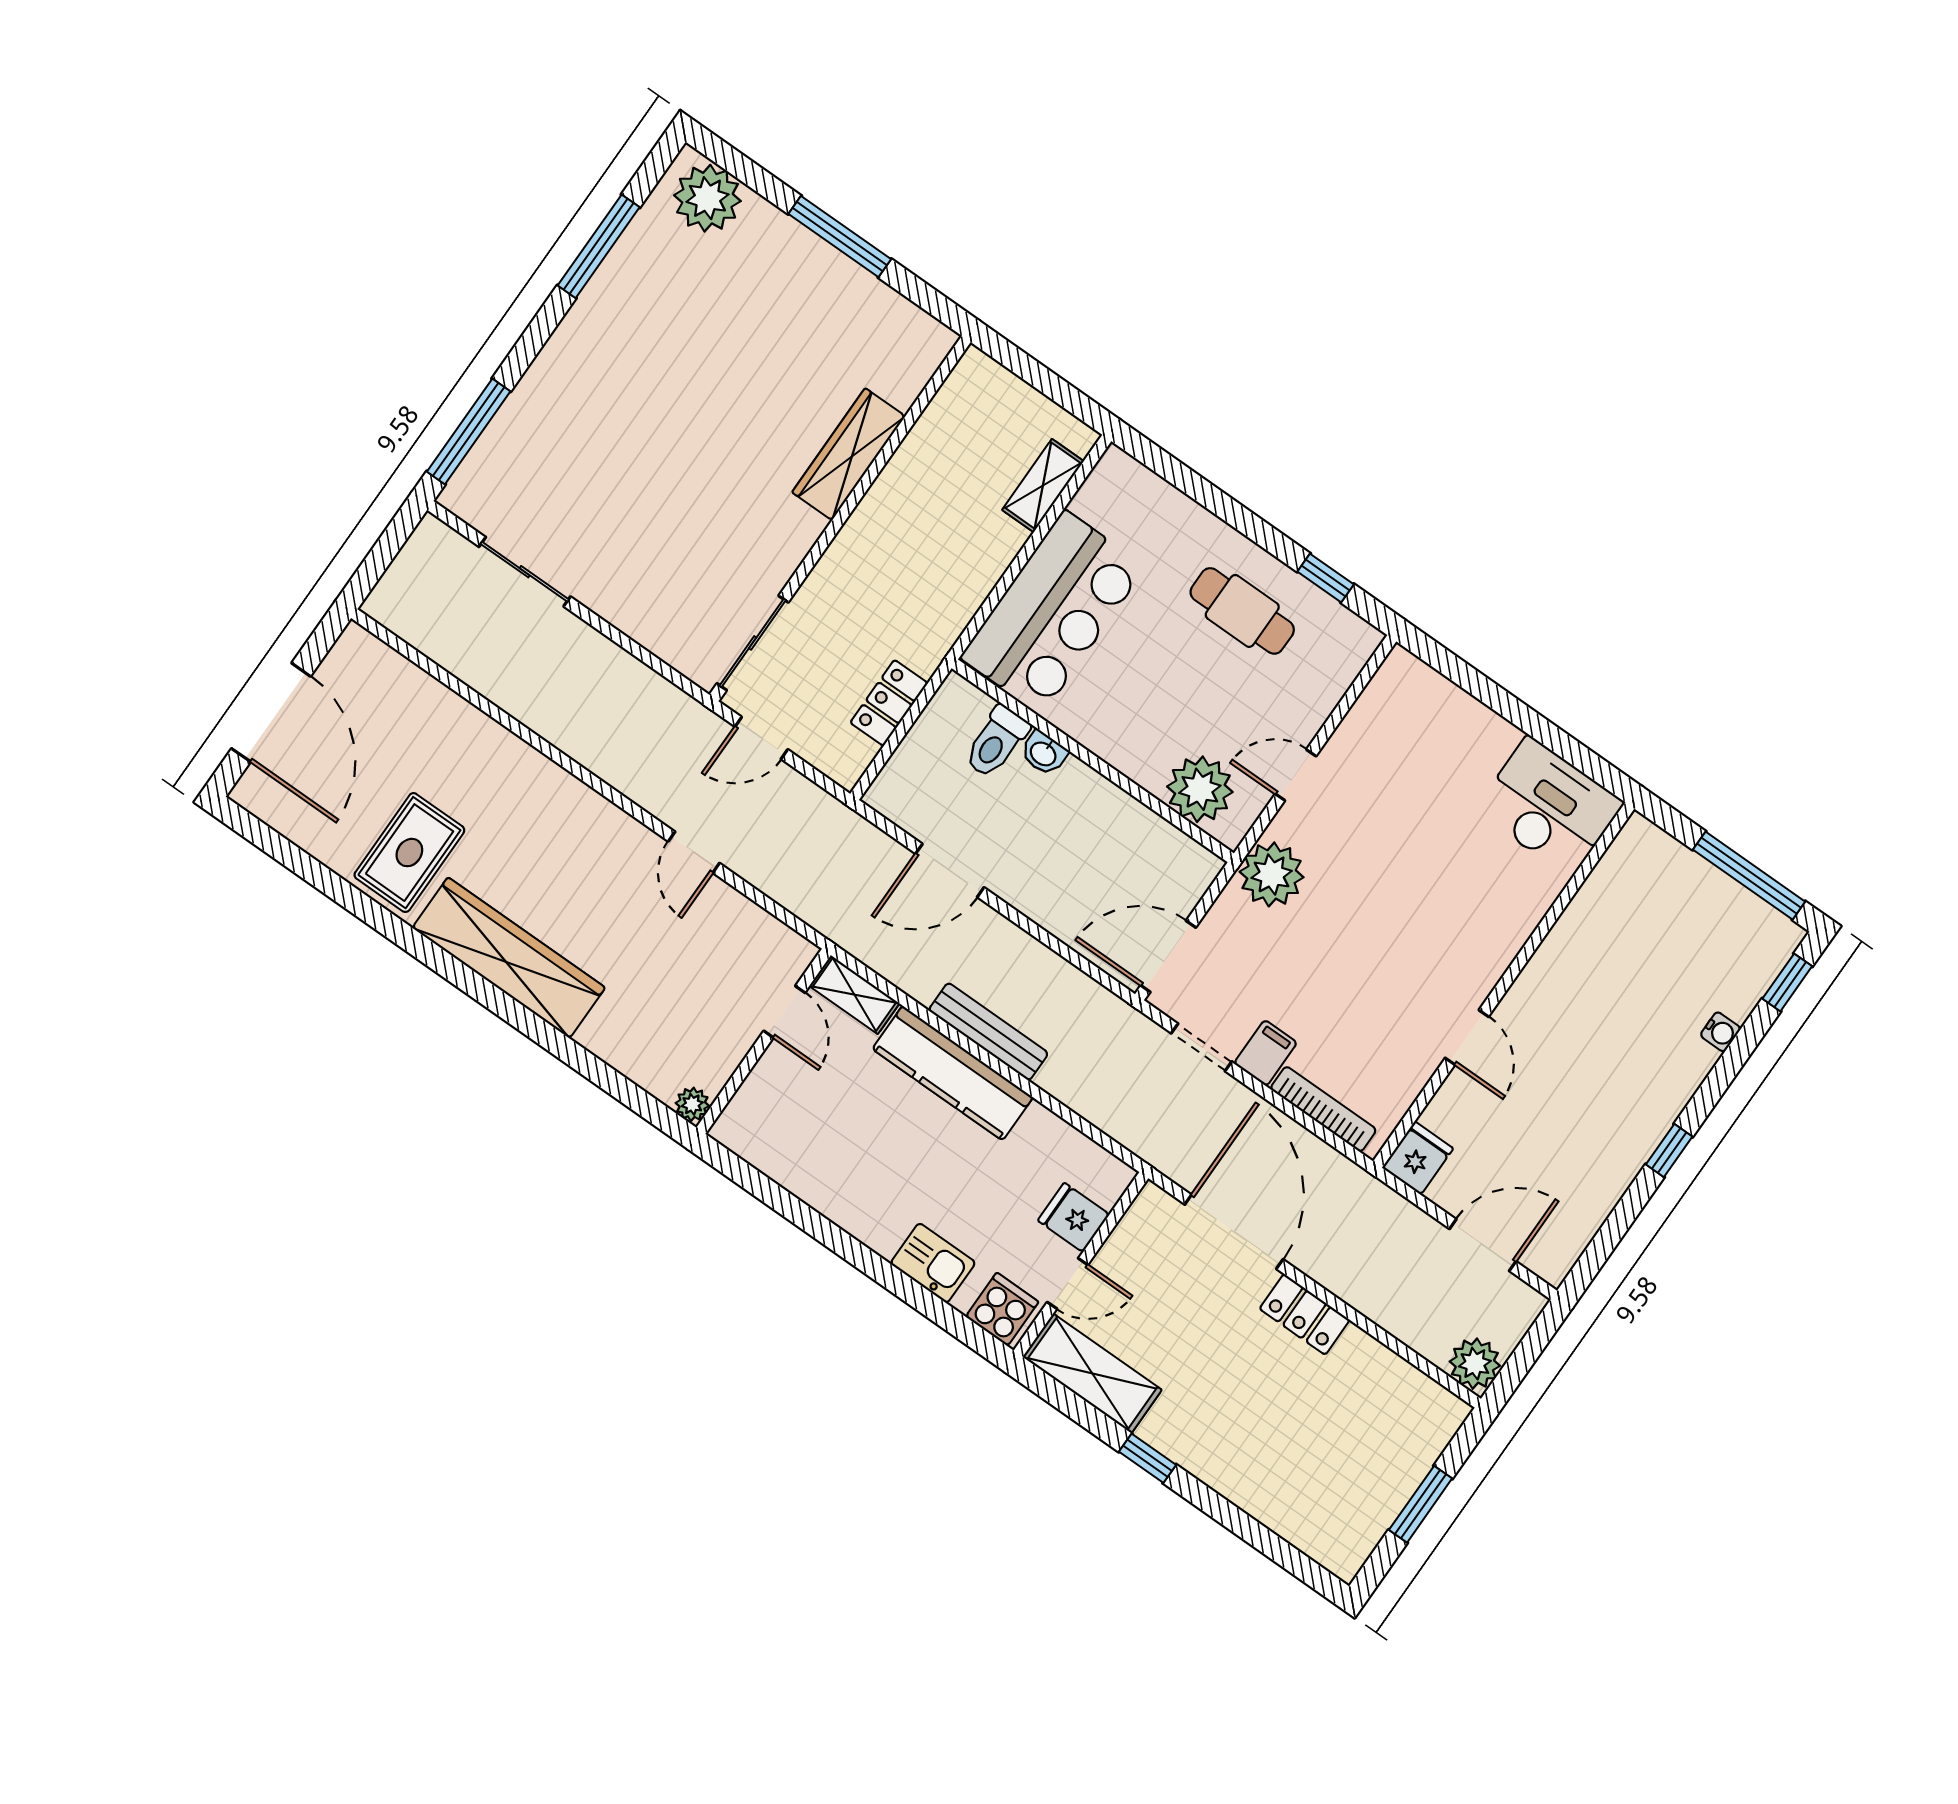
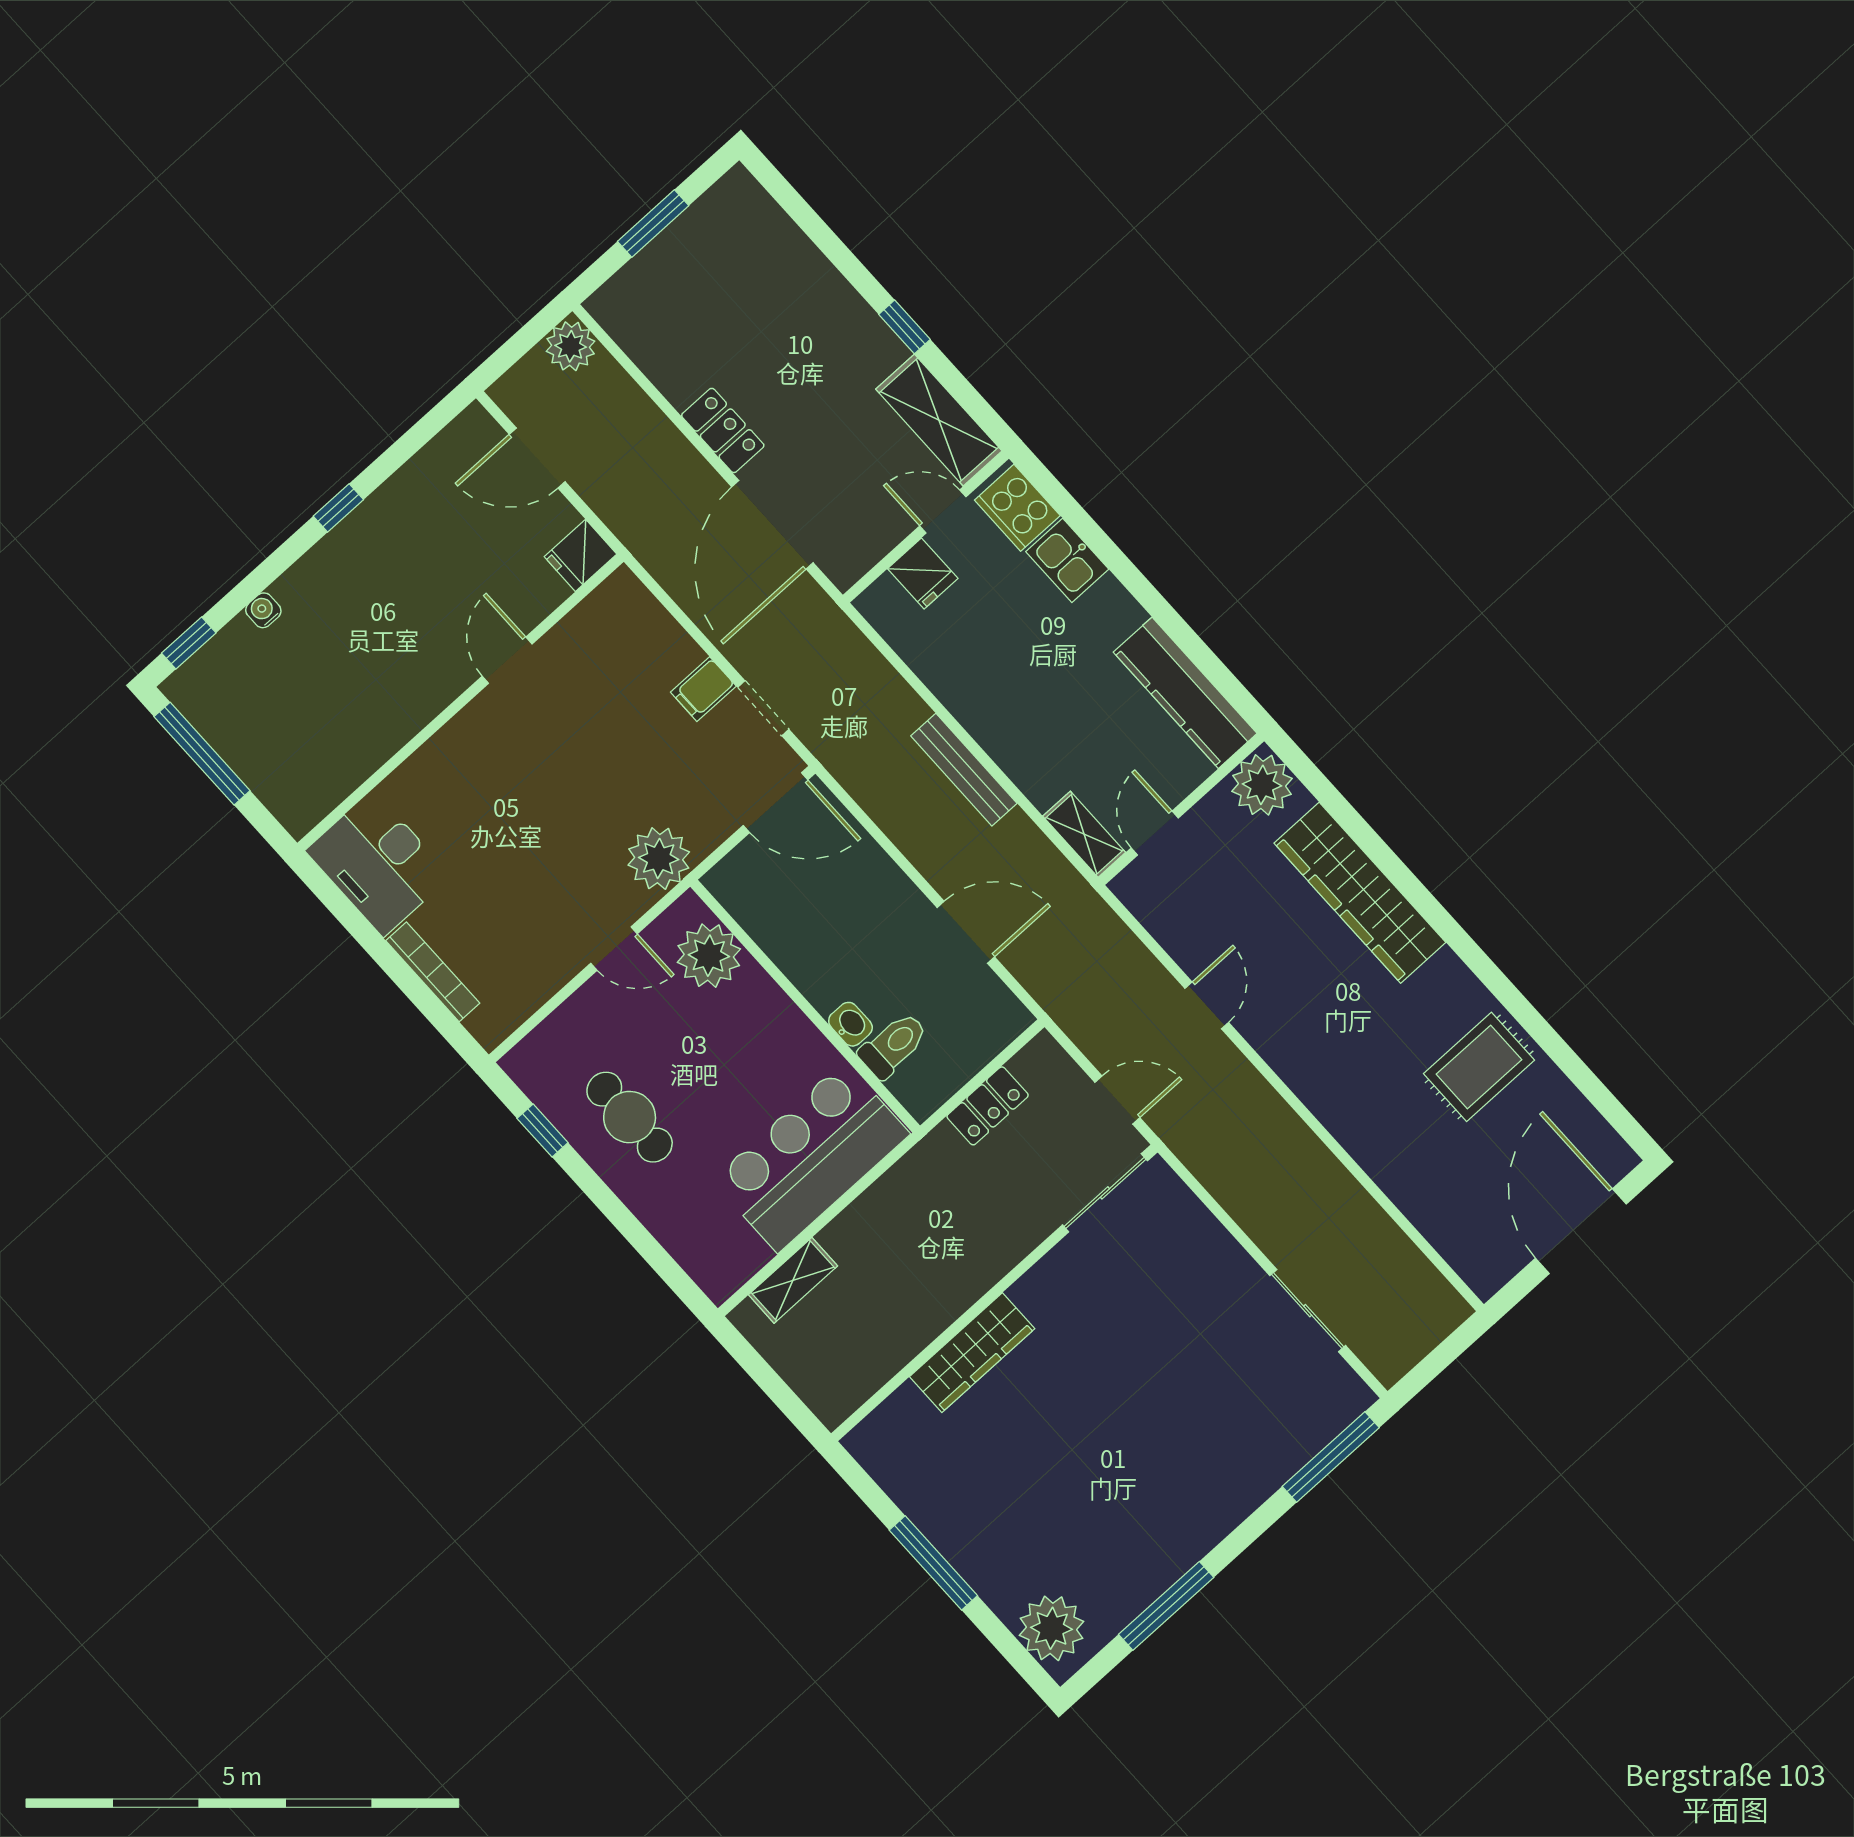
wardrobe: (509, 958) -> (1360, 893), moved
kitchen counter: (953, 1073) -> (1185, 693), moved, turned 180
plant: (692, 1104) -> (1262, 785), width x1.87, depth x1.87
bookcase: (1323, 1109) -> (433, 972), moved, turned 180
cooker: (1002, 1309) -> (1017, 508), width x1.36

